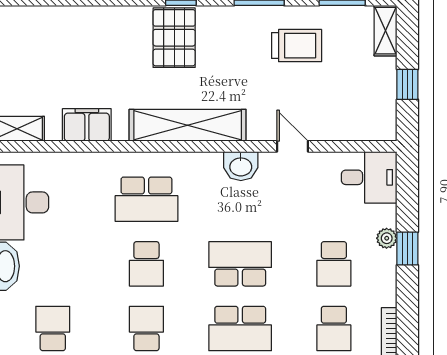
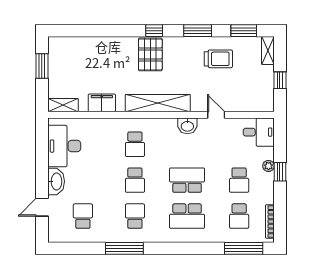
school desk: (146, 199) -> (135, 144), width x0.54

